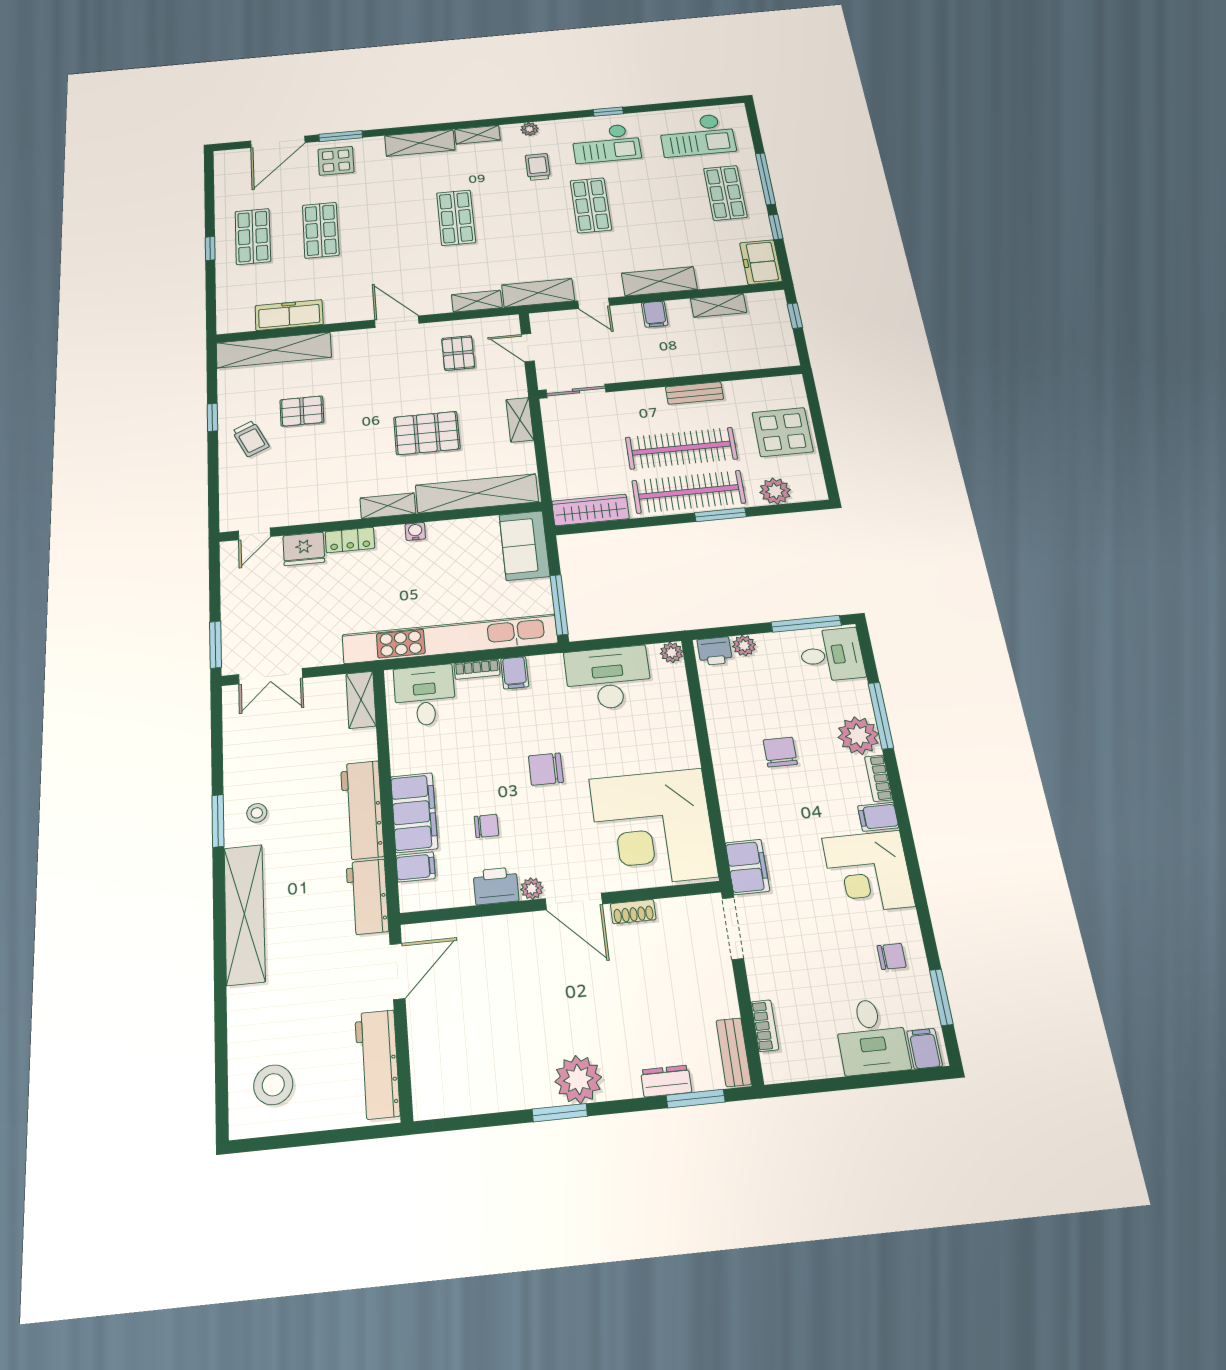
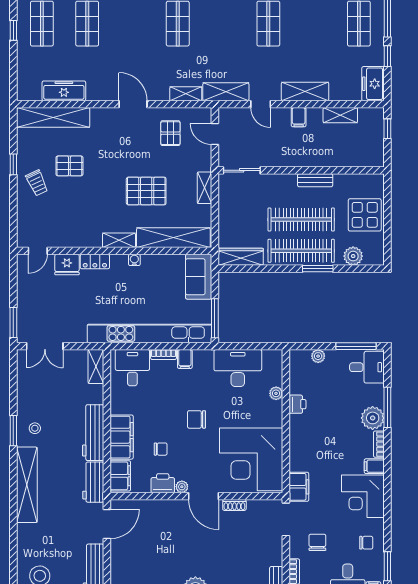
printer: (715, 651) -> (297, 404), moved, turned -90
plant: (672, 653) -> (276, 393), moved
chair: (780, 752) -> (317, 542), moved
filing cabinet: (416, 867) -> (120, 476), width x2.00

